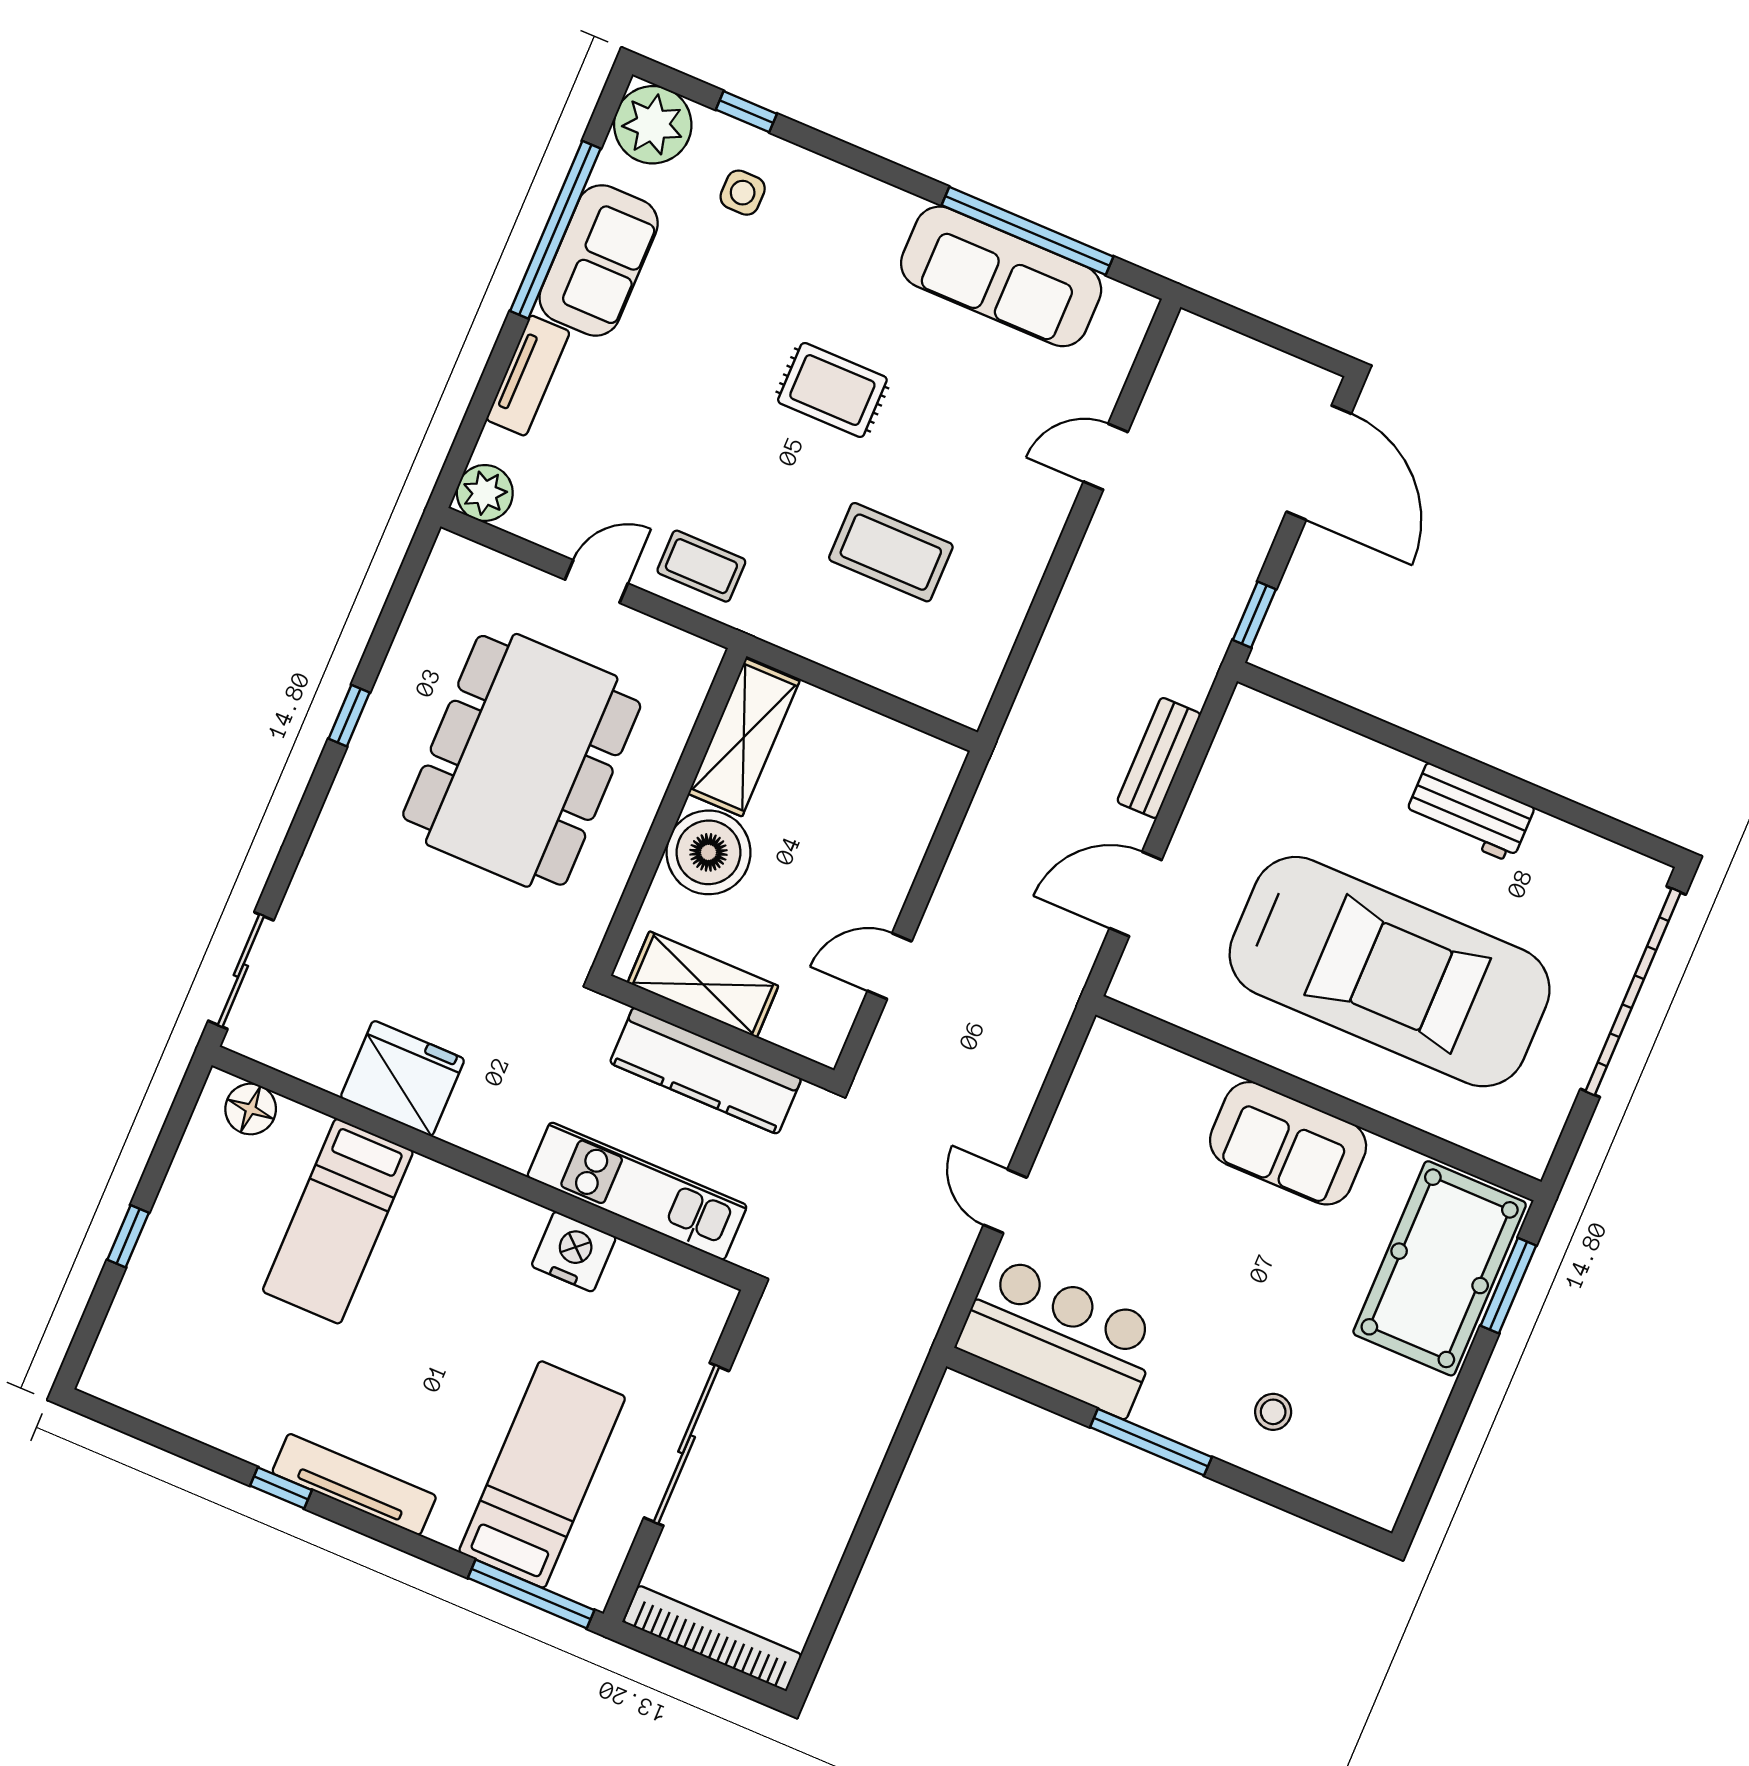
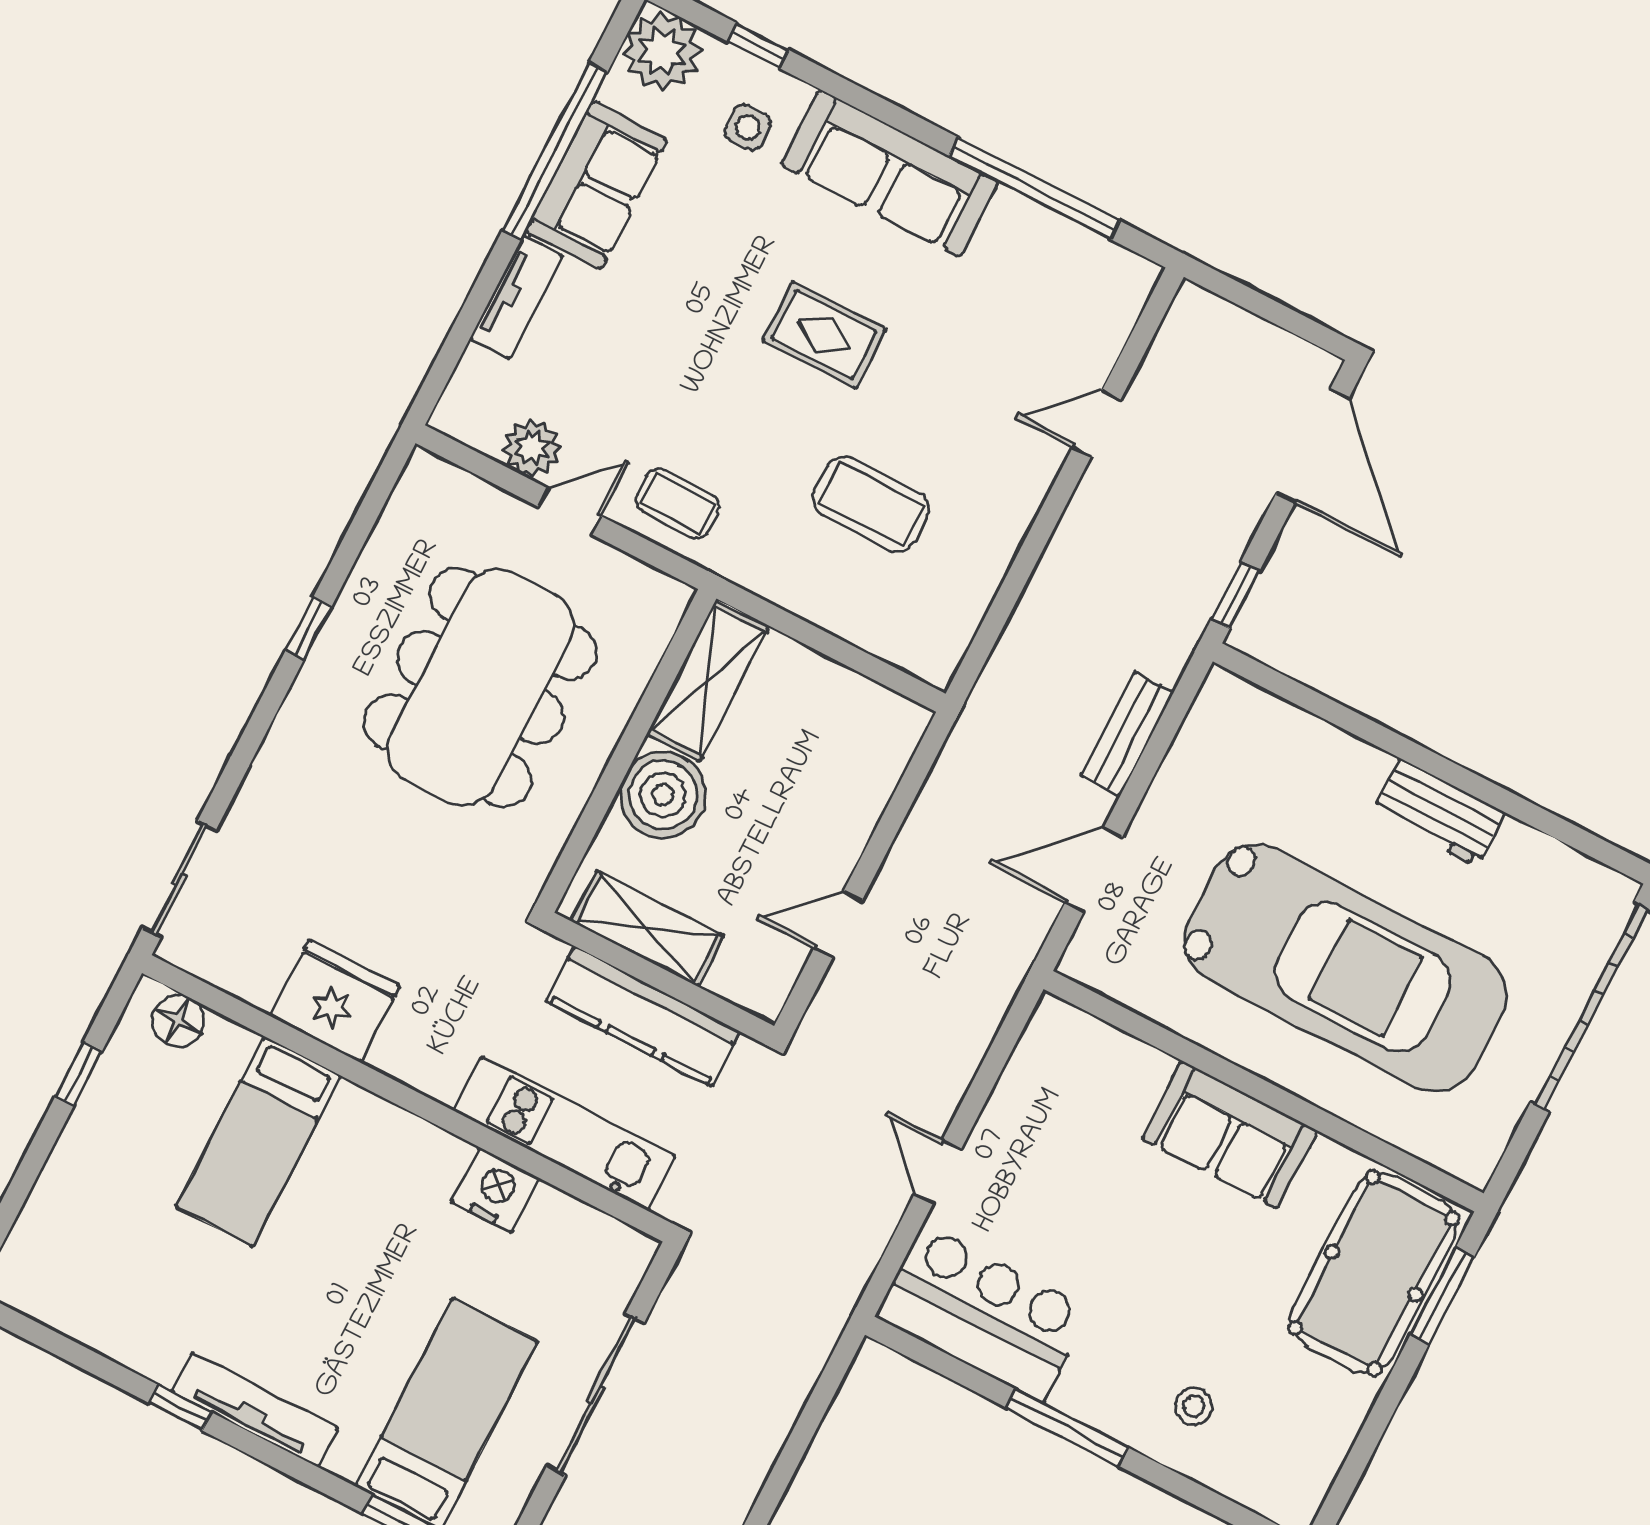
sofa: (1001, 276) -> (890, 173), moved
plant: (485, 493) -> (532, 448), moved
window: (128, 1236) -> (79, 1074), moved

